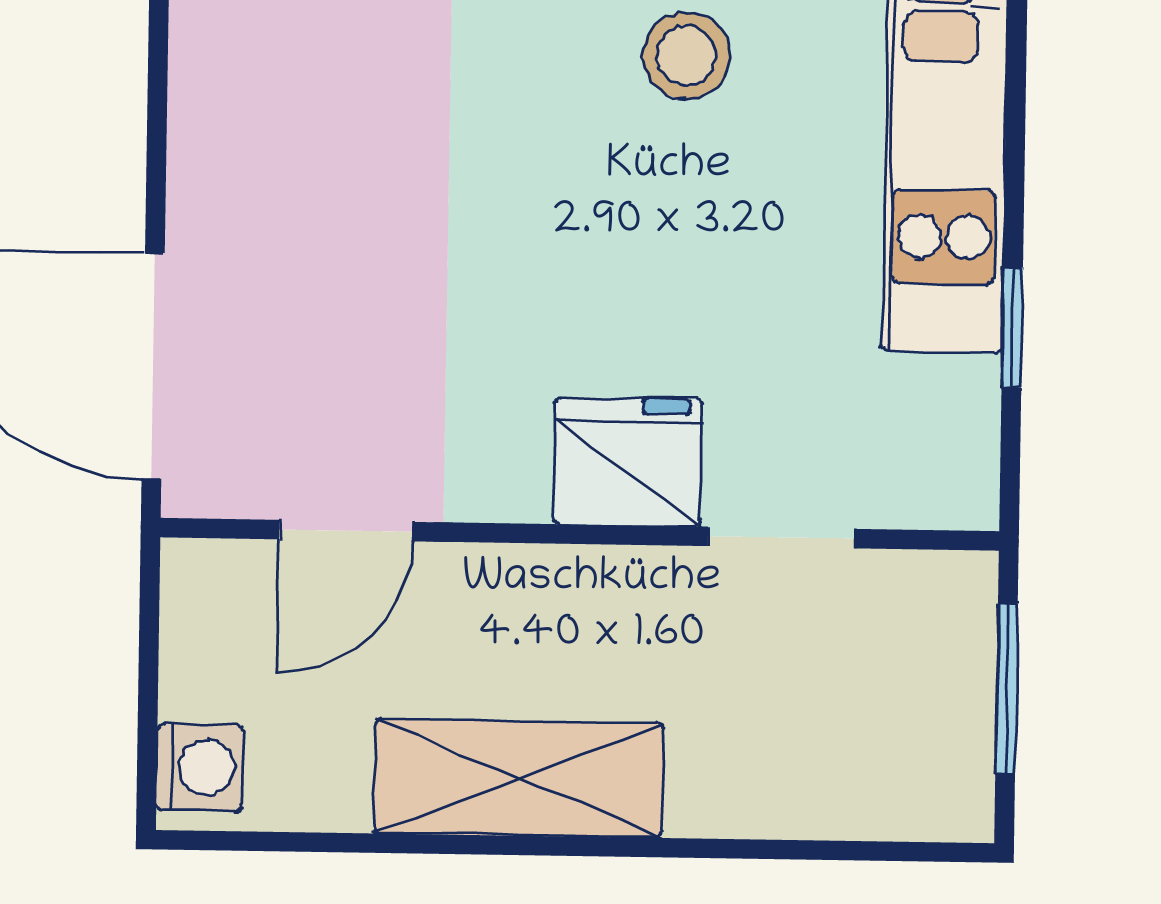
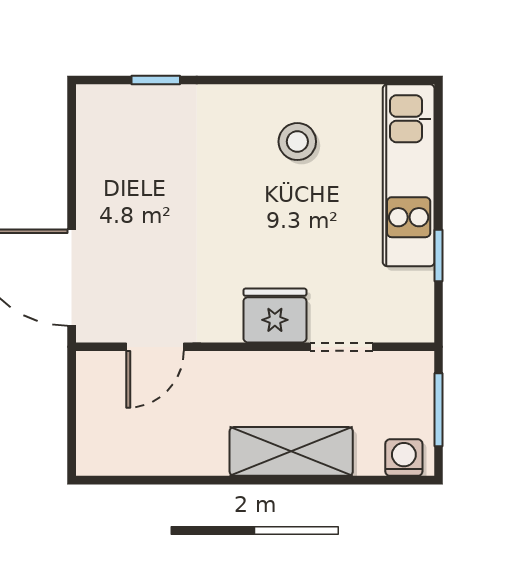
washing machine: (200, 767) -> (404, 458), moved, turned -90
shelving: (519, 778) -> (291, 451), moved

